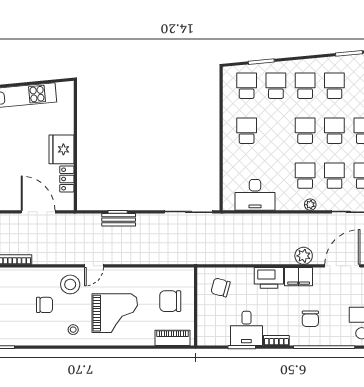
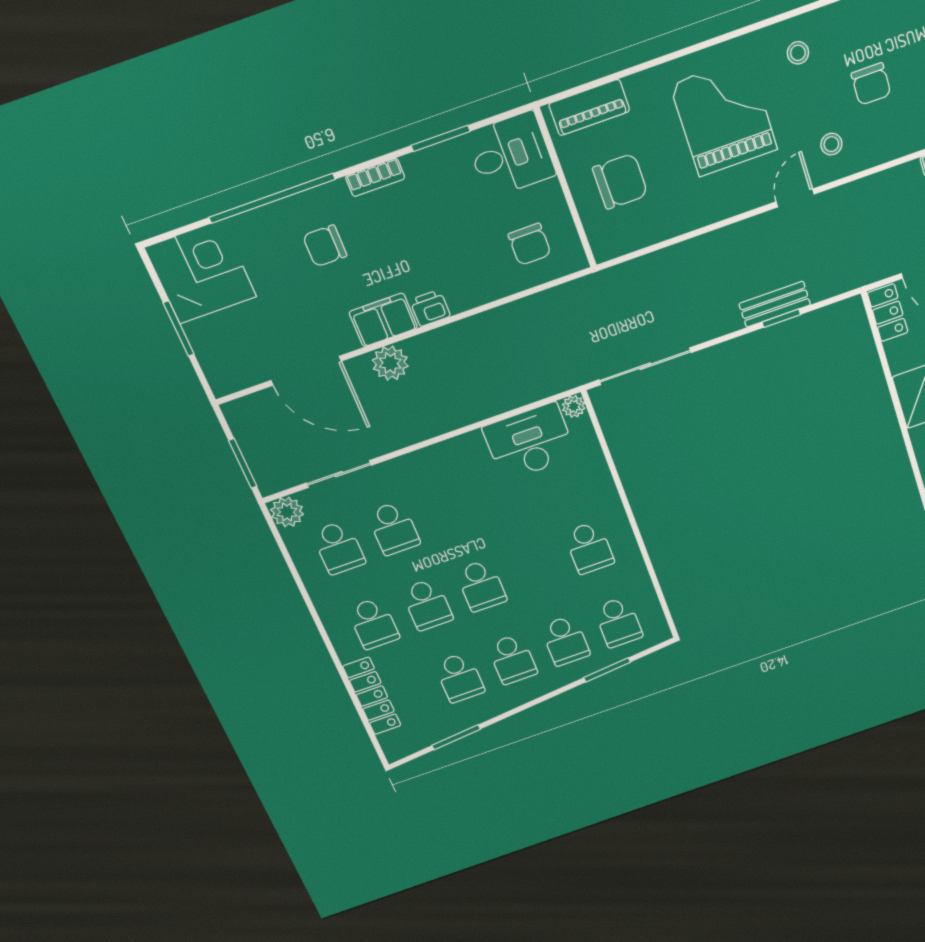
school desk: (305, 176) -> (449, 509), removed
locker: (67, 179) -> (888, 313), moved
plant: (310, 205) -> (574, 406), moved
door: (342, 266) -> (306, 371), hinge flipped
printer: (269, 278) -> (430, 308), width x0.53, depth x0.68
stool: (70, 284) -> (831, 144), width x0.53, depth x0.53
chair: (221, 287) -> (530, 244), turned 75
chair: (45, 305) -> (871, 84), turned -90
grand piano: (115, 313) -> (724, 117), turned 90
chair: (310, 319) -> (325, 246), turned -90
desk: (246, 328) -> (510, 155), moved, turned 90

